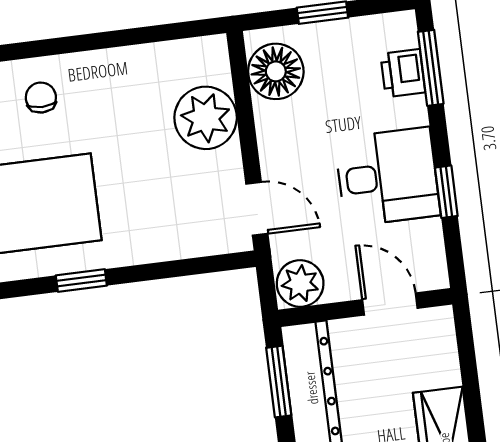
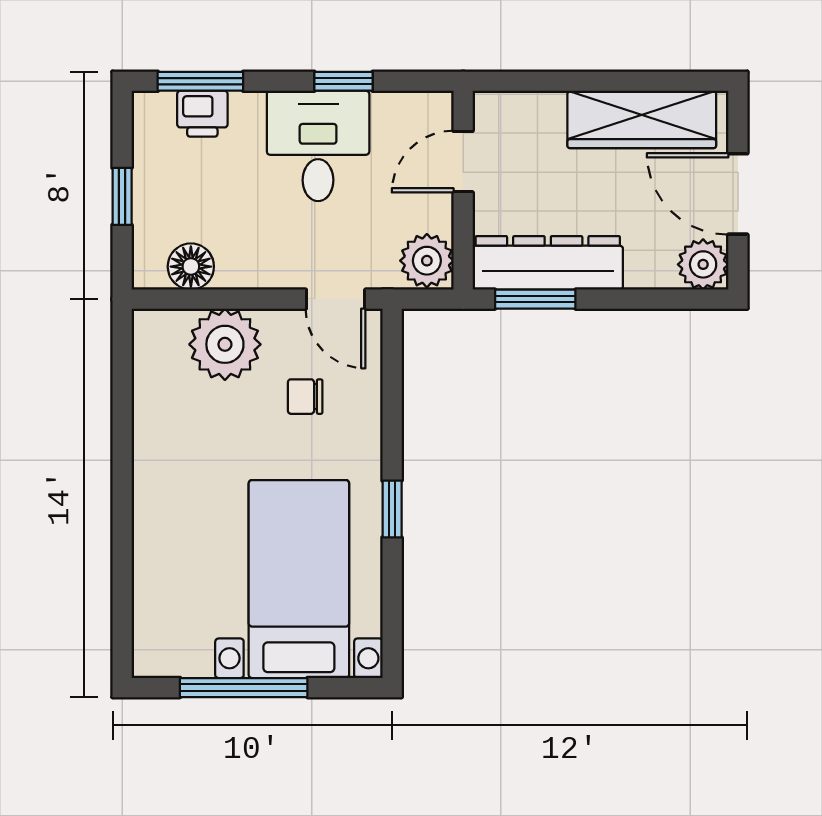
floor lamp: (276, 71) -> (191, 267), width x0.73, depth x0.73
chair: (41, 98) -> (305, 397), moved
door: (257, 209) -> (336, 299), swing flipped

